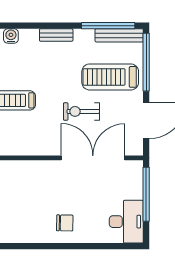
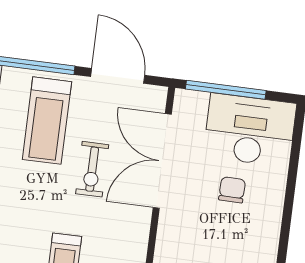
desk: (126, 222) -> (250, 130), width x1.36, depth x1.30
chair: (65, 223) -> (232, 190), moved

